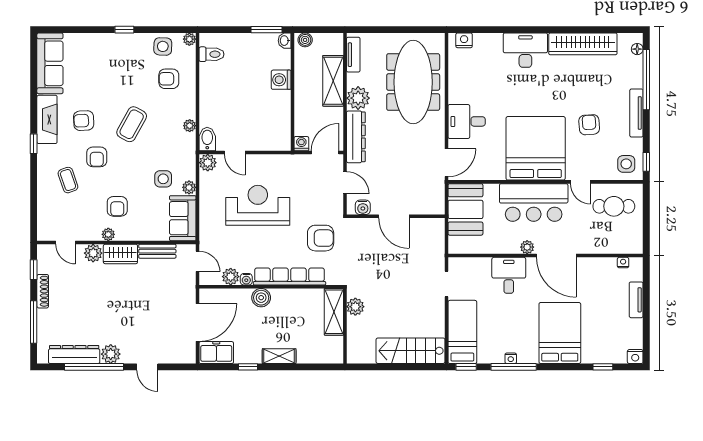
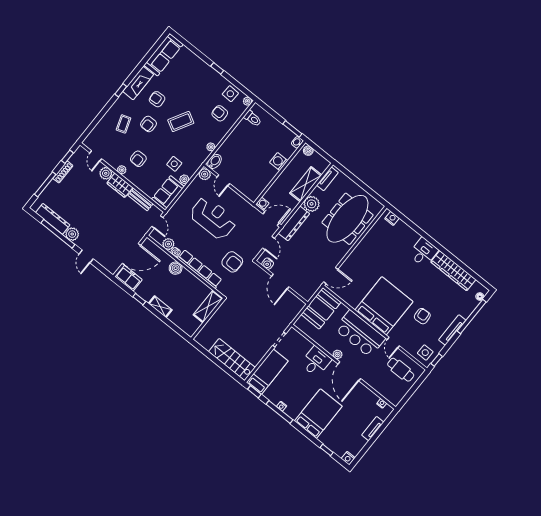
desk: (525, 50) -> (423, 252), width x0.73
desk: (467, 121) -> (359, 262), removed
plant: (355, 307) -> (221, 313), removed

